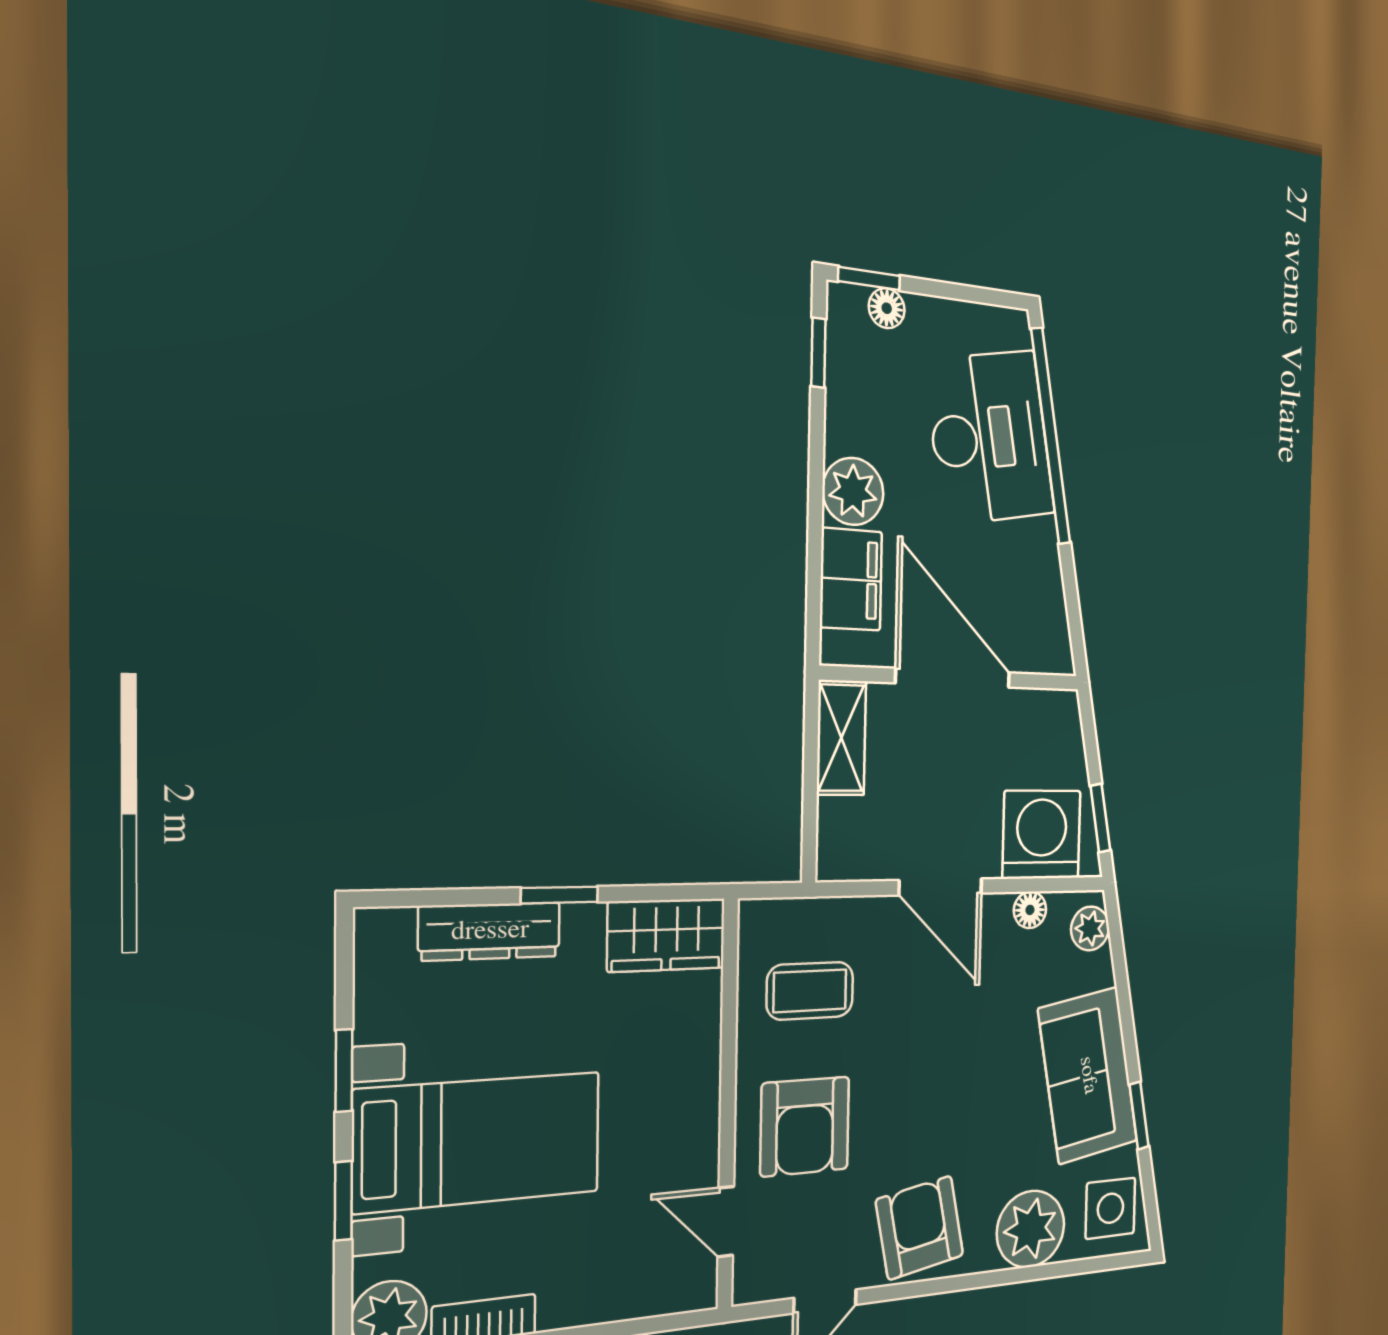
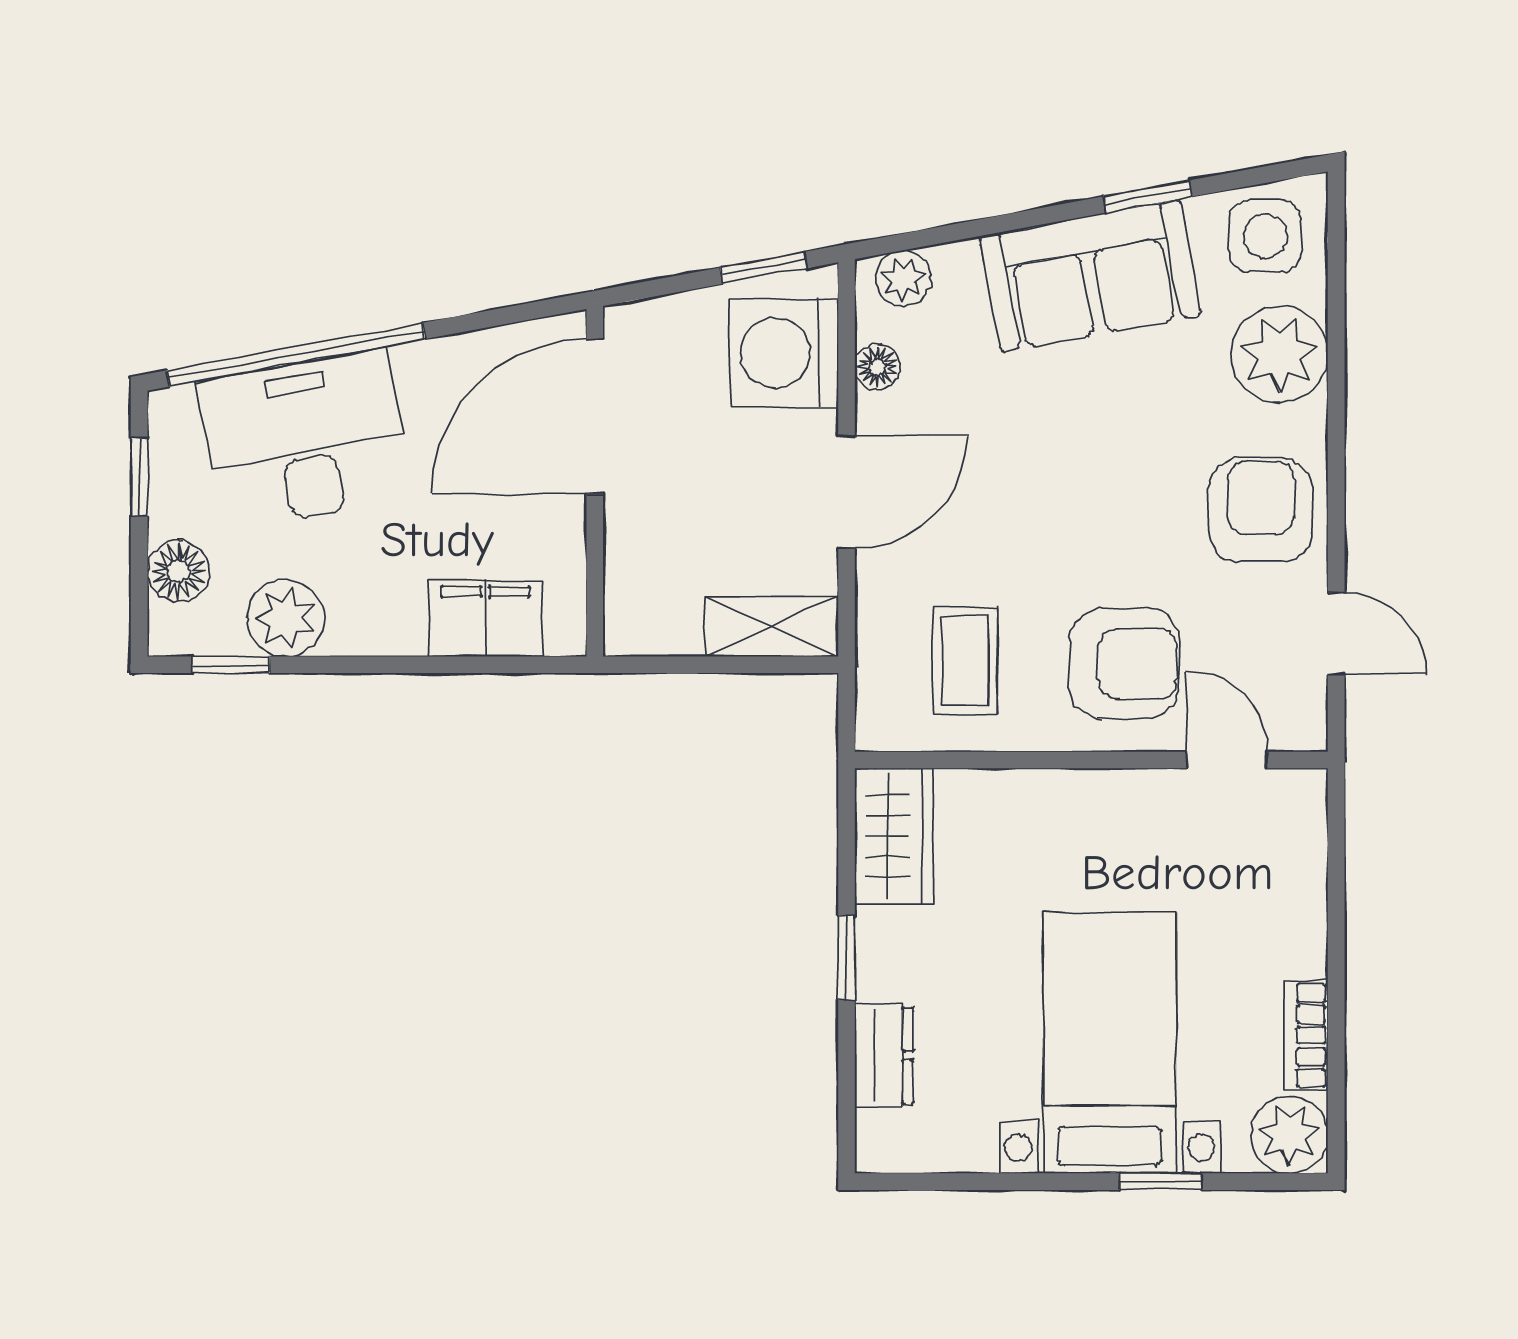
window: (869, 278) -> (139, 477), moved
floor lamp: (887, 308) -> (178, 571), width x1.37, depth x1.37
plant: (853, 491) -> (286, 618), moved
door: (953, 678) -> (595, 416), moved
shelving: (841, 738) -> (772, 627), moved
dresser: (490, 931) -> (884, 1056), width x0.70
window: (344, 1071) -> (1024, 1182), removed
door: (726, 1222) -> (1227, 760), swing flipped
armchair: (920, 1228) -> (1261, 510), turned 101

